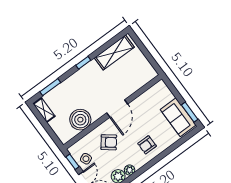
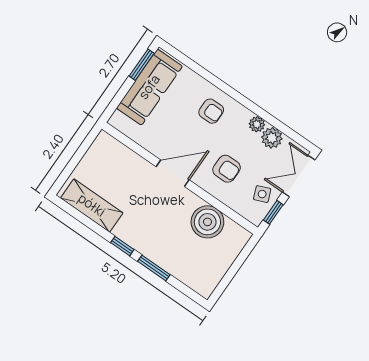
window: (50, 87) -> (154, 268), moved
shelving: (44, 110) -> (212, 280), removed
sofa: (178, 117) -> (149, 87), width x1.36
armchair: (109, 142) -> (227, 169), turned 142

